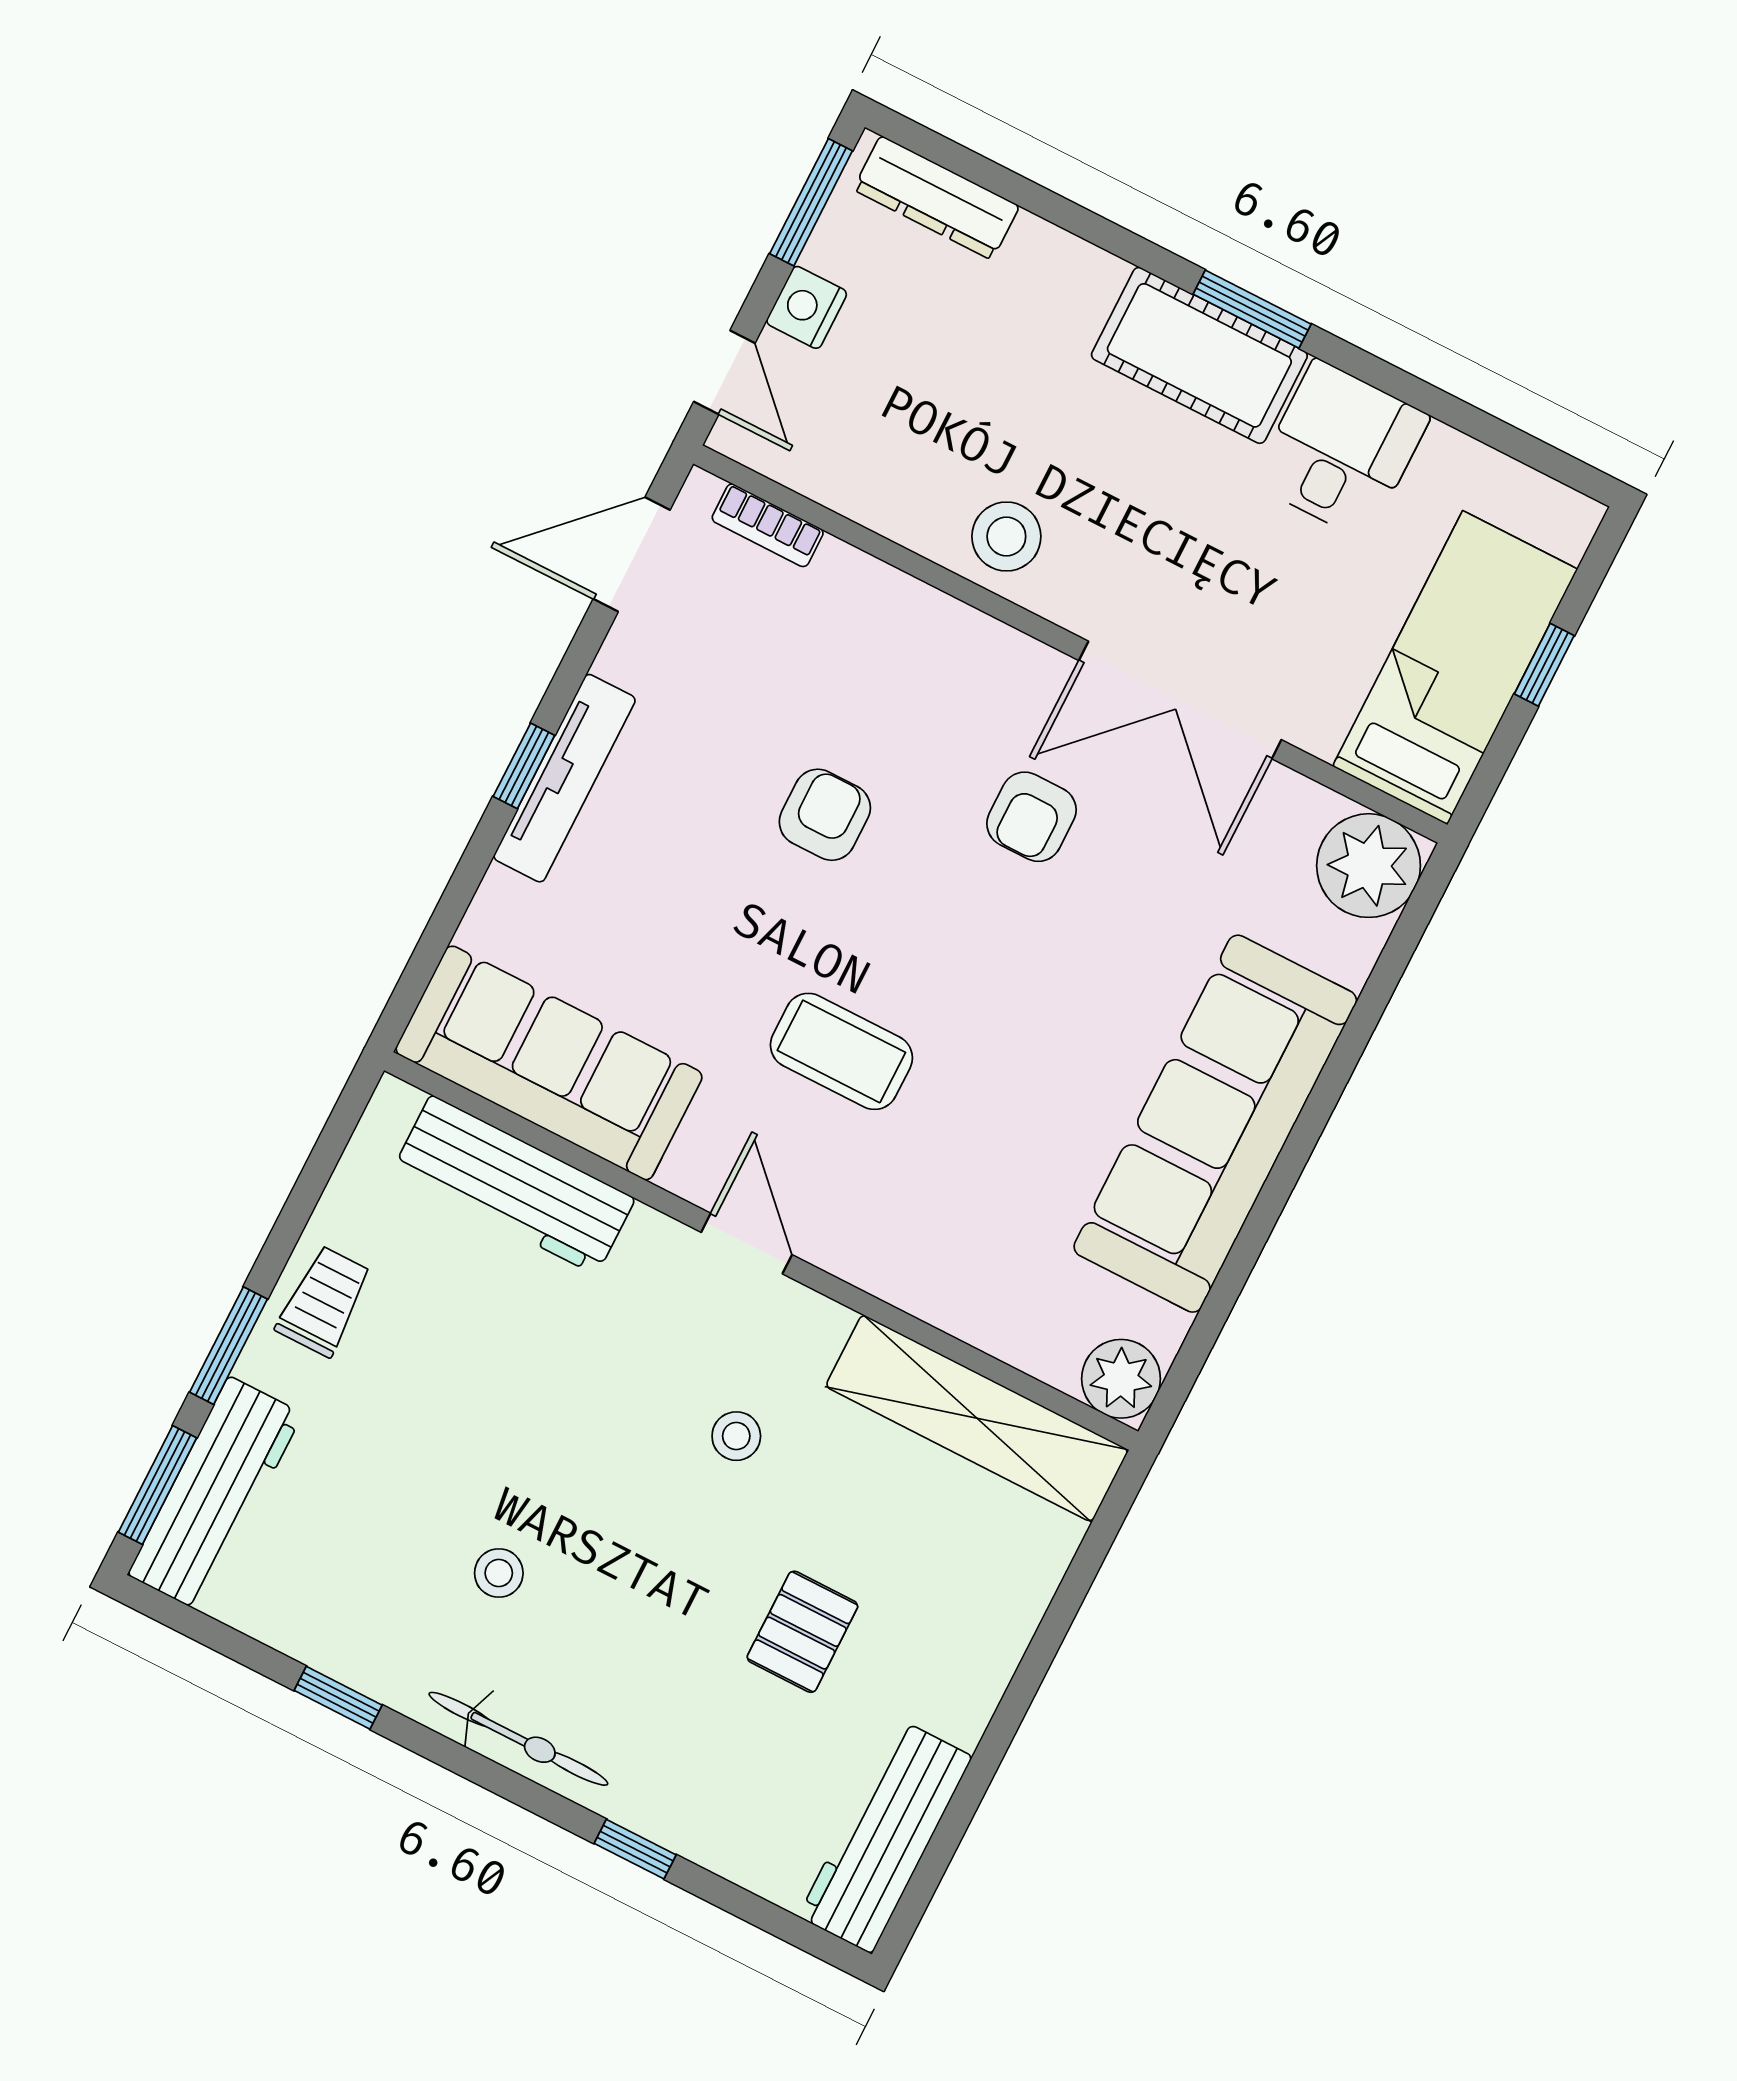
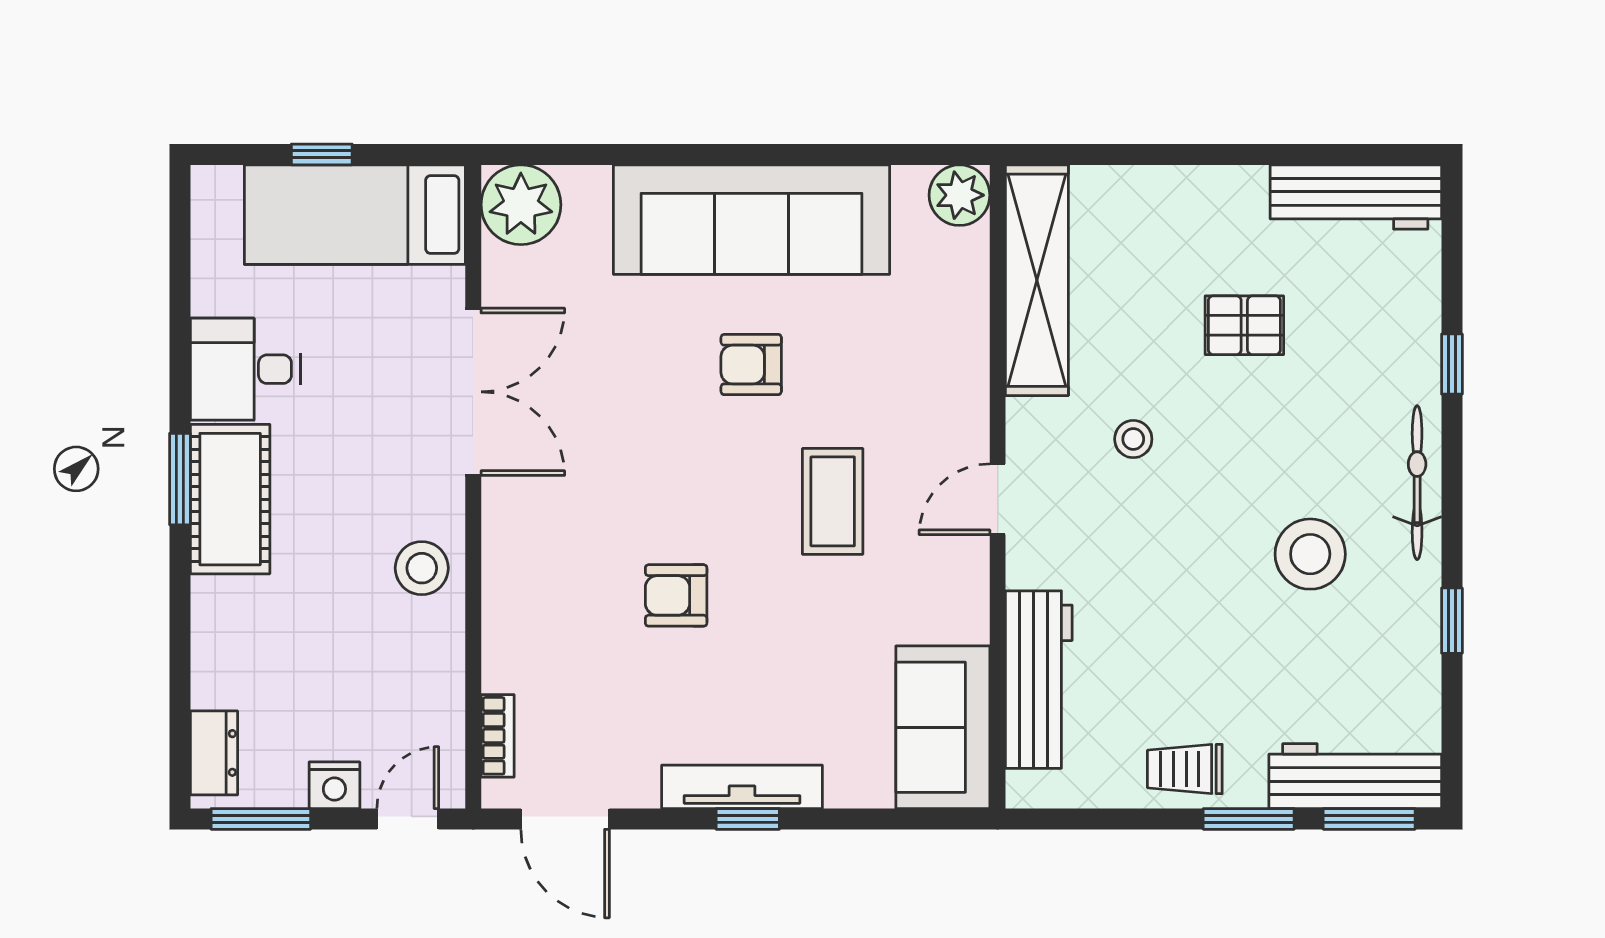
dresser: (936, 198) -> (214, 753), width x0.70
armchair: (1031, 817) -> (751, 365), moved, turned 180
sofa: (549, 1063) -> (943, 727), width x0.73
stool: (499, 1573) -> (1310, 554), width x1.89, depth x1.89

